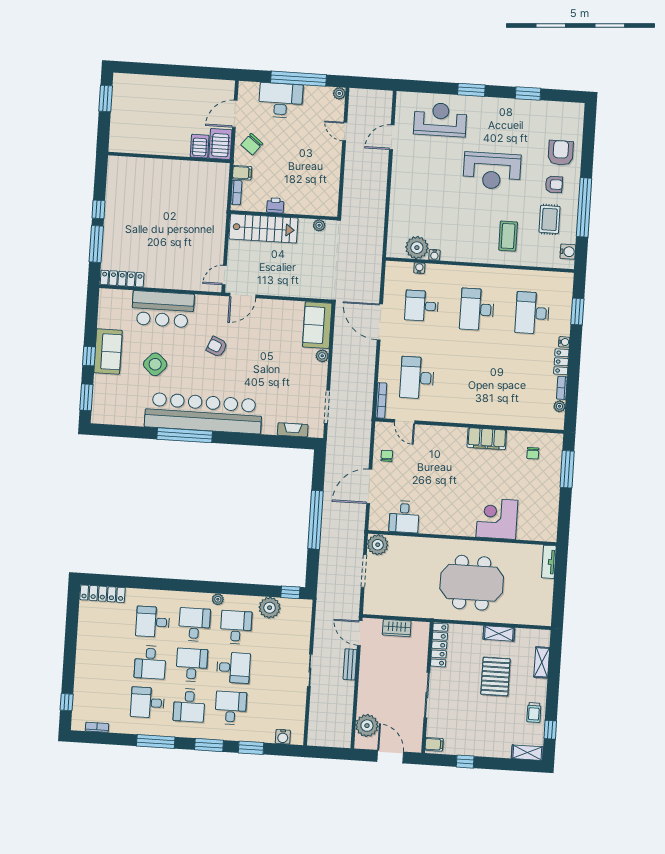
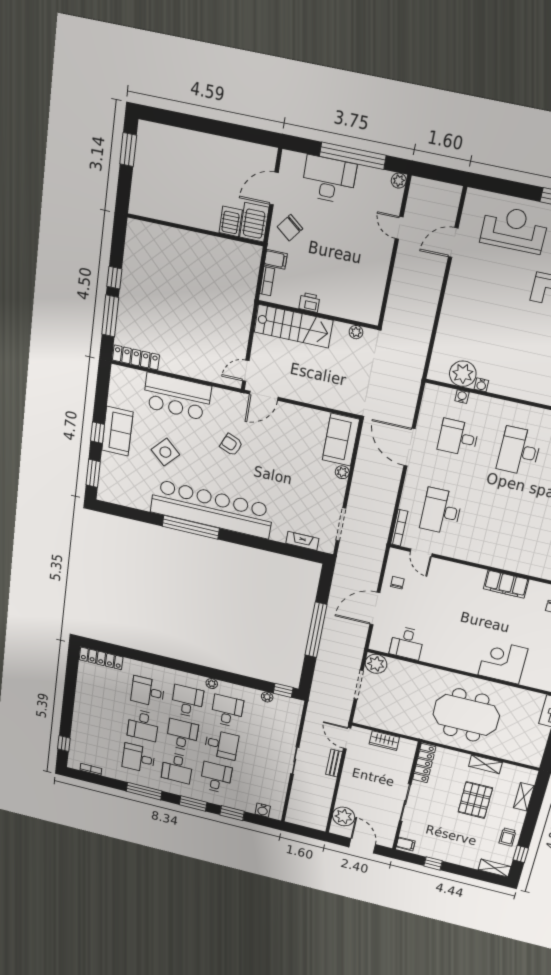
plant: (270, 608) -> (267, 697), width x0.53, depth x0.53

